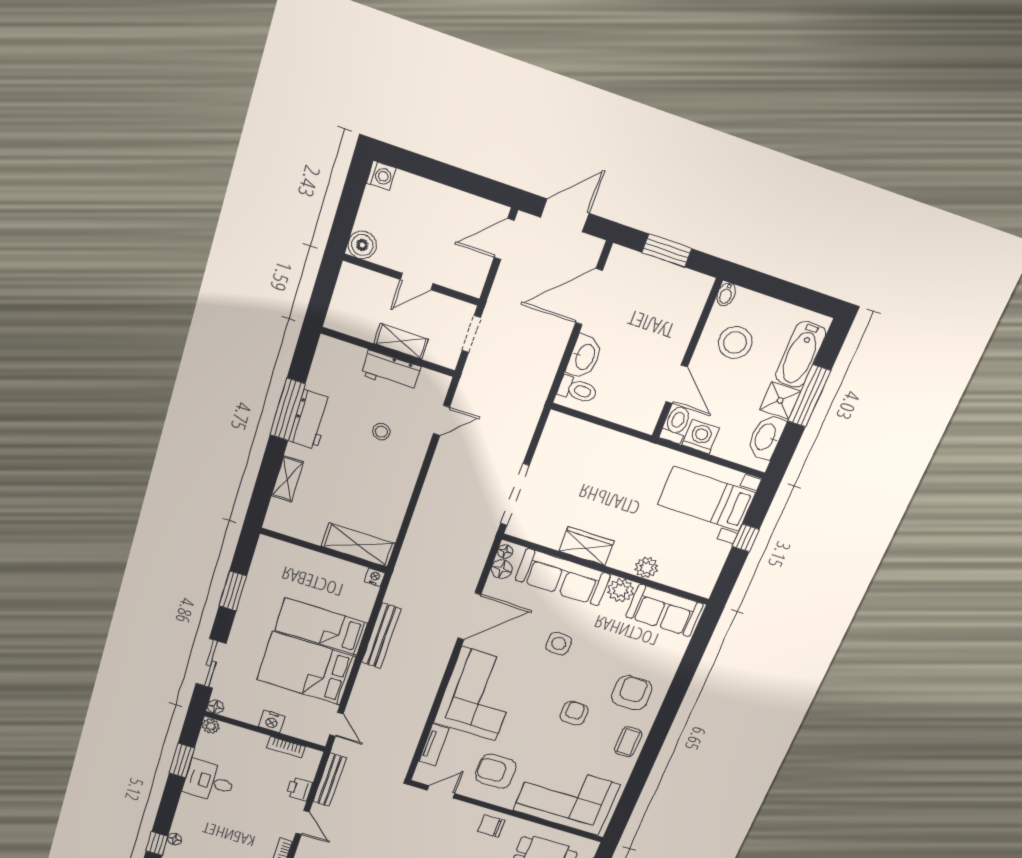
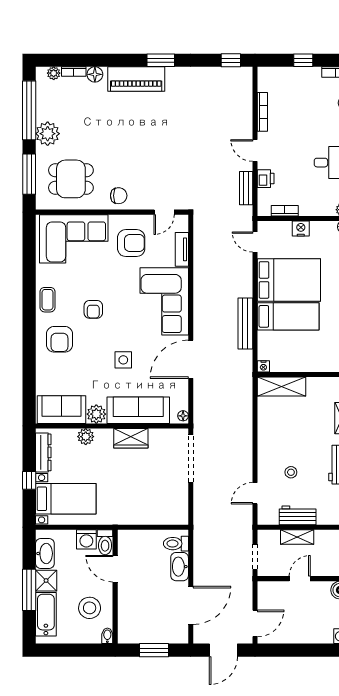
dresser: (712, 566) -> (43, 452), added
floor lamp: (502, 569) -> (181, 402), removed
bench: (330, 780) -> (246, 188), width x0.73

